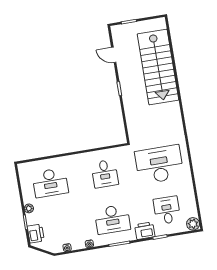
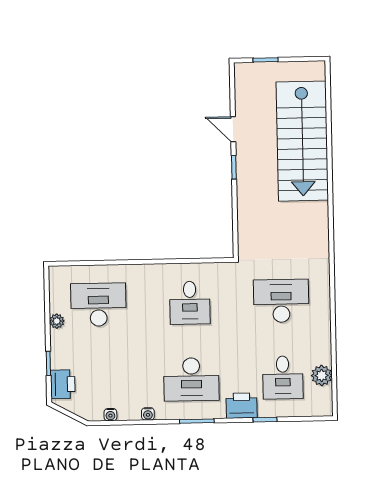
door: (114, 55) -> (233, 129), moved
desk: (159, 164) -> (281, 301), width x0.73, depth x0.77
desk: (50, 183) -> (98, 305), turned 180
plant: (29, 208) -> (57, 321), moved
desk: (167, 210) -> (283, 377), turned 180
plant: (193, 224) -> (322, 376), moved

